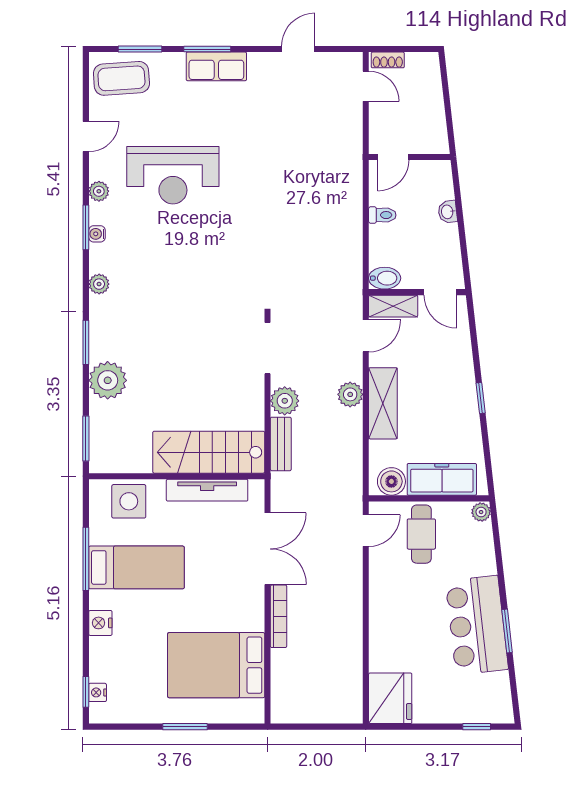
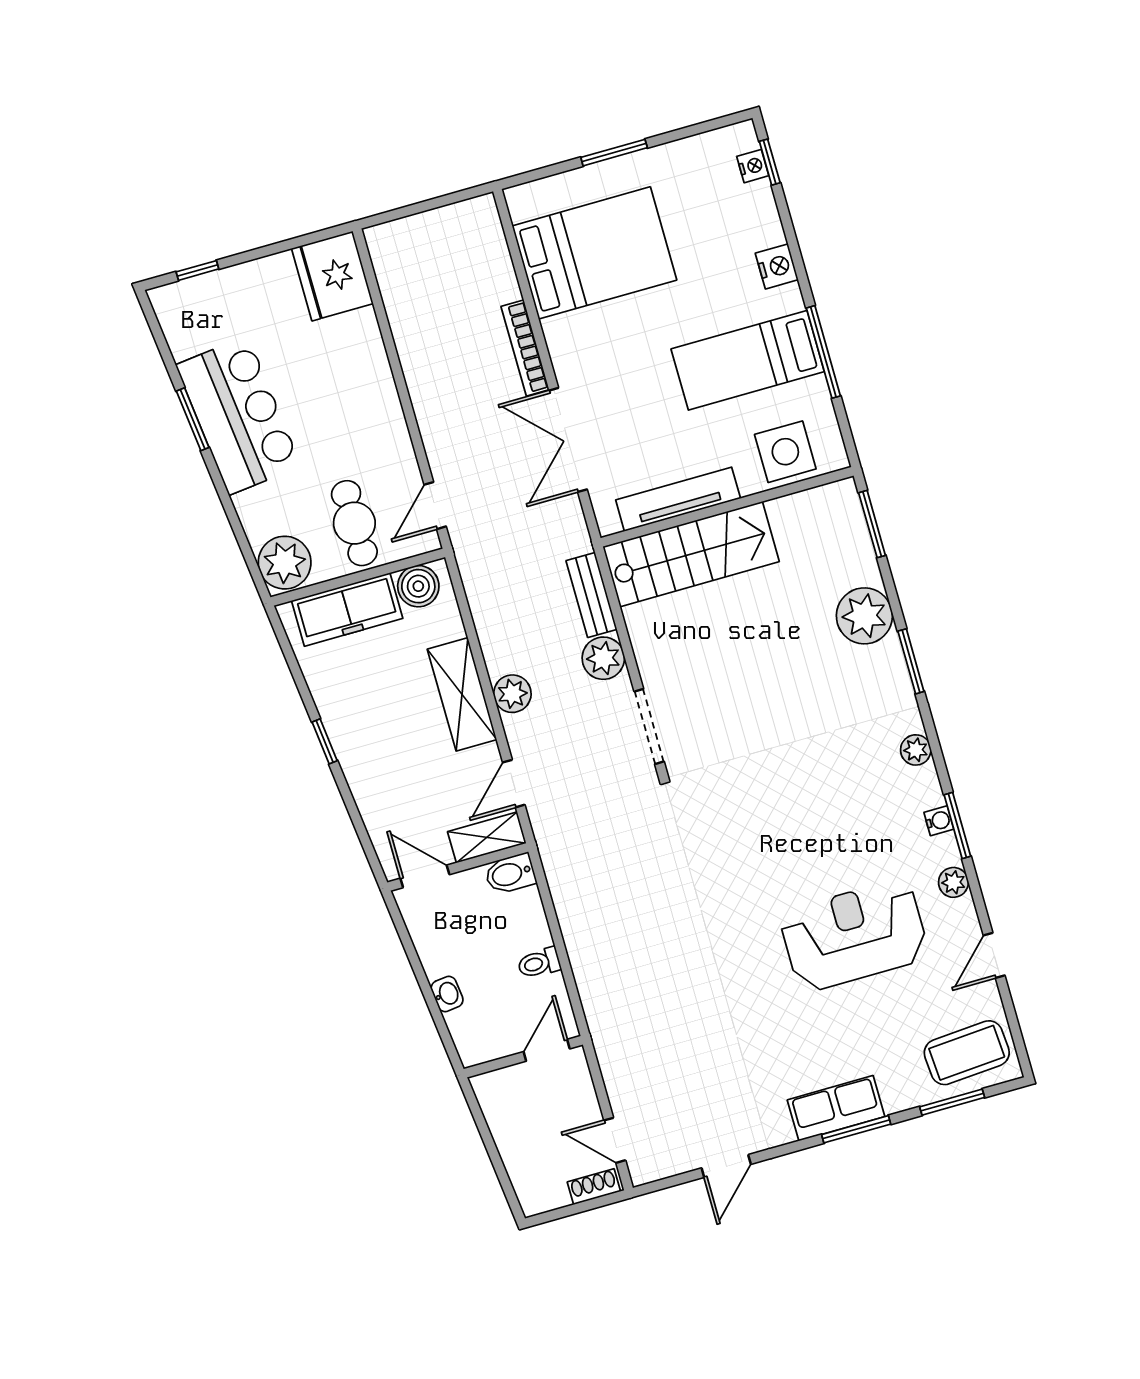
plant: (481, 512) -> (285, 563), width x1.87, depth x1.87

